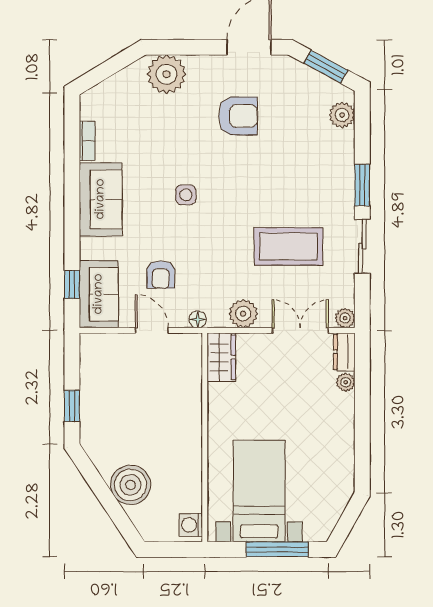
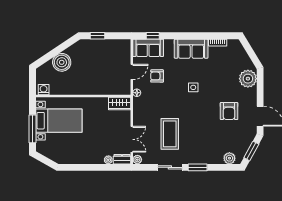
plant: (243, 314) -> (139, 113), removed

